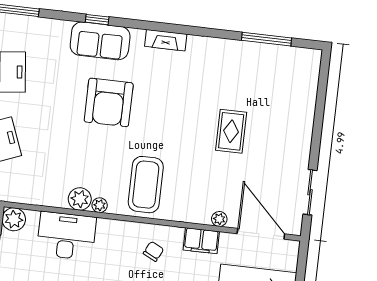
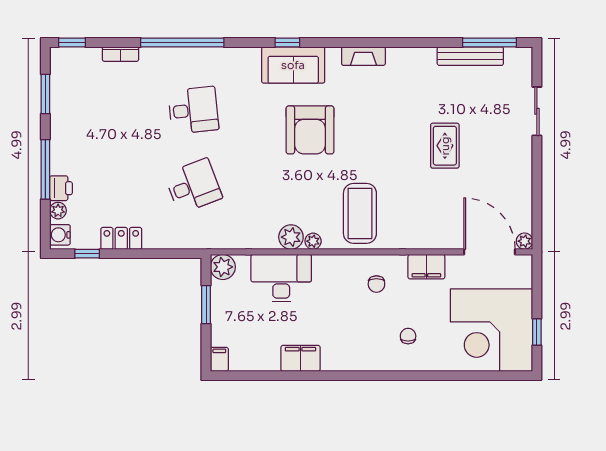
window: (267, 39) -> (490, 43), moved
bench: (264, 52) -> (470, 56), added
sliding door: (310, 192) -> (537, 111), moved
plant: (219, 219) -> (524, 241), moved
chair: (153, 251) -> (376, 284), turned 153

